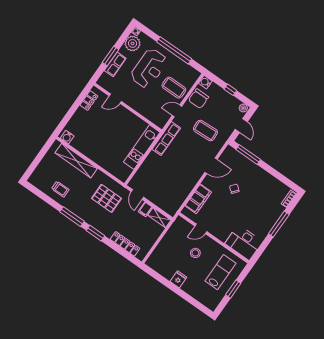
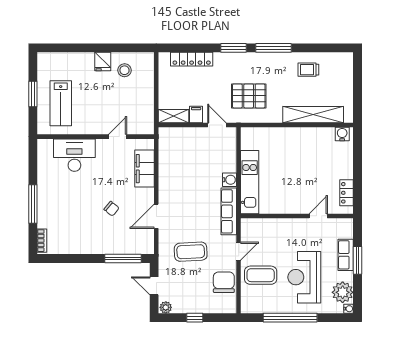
water cooler: (205, 82) -> (229, 180), moved
desk: (244, 243) -> (74, 155), moved
stool: (195, 253) -> (124, 70), moved

